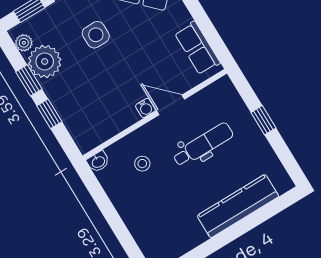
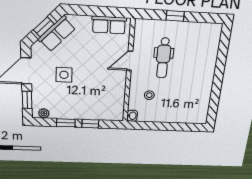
plant: (45, 61) -> (61, 109), removed
water cooler: (145, 108) -> (122, 75), removed
dental chair: (203, 145) -> (163, 58), turned 180
kitchen counter: (238, 206) -> (208, 62), removed

